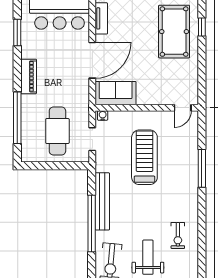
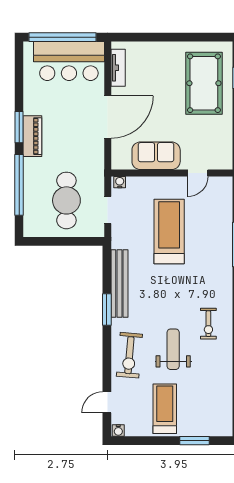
window: (17, 32) -> (19, 127), moved
sofa: (116, 93) -> (156, 156), moved
door: (183, 108) -> (198, 173), moved
window: (92, 224) -> (107, 310), width x0.47

